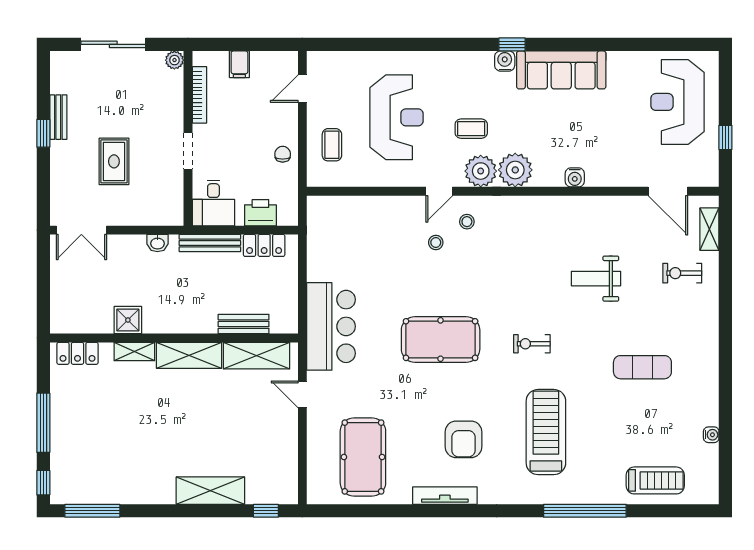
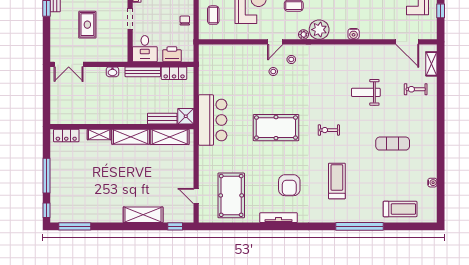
plant: (481, 171) -> (303, 35), width x0.53, depth x0.53
shower: (128, 320) -> (186, 116), moved
door: (302, 394) -> (196, 196), moved
treadmill: (546, 432) -> (337, 181), width x0.73, depth x0.73

